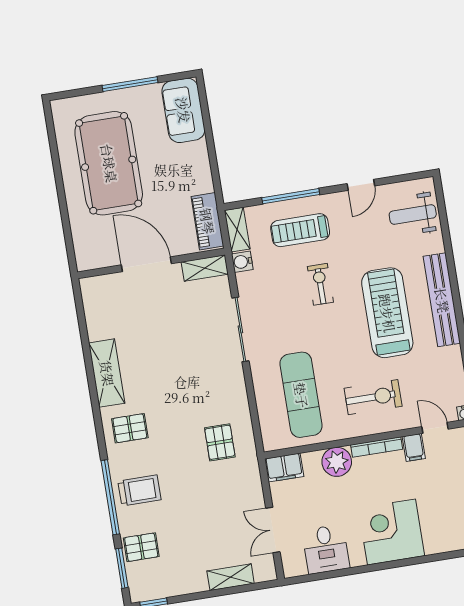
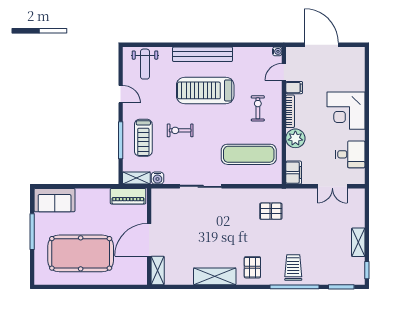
shelving: (205, 268) -> (158, 270), moved
exercise bike: (373, 397) -> (258, 108), width x0.73, depth x0.72
pallet: (141, 547) -> (330, 272), removed
shelving: (231, 577) -> (358, 242), moved

